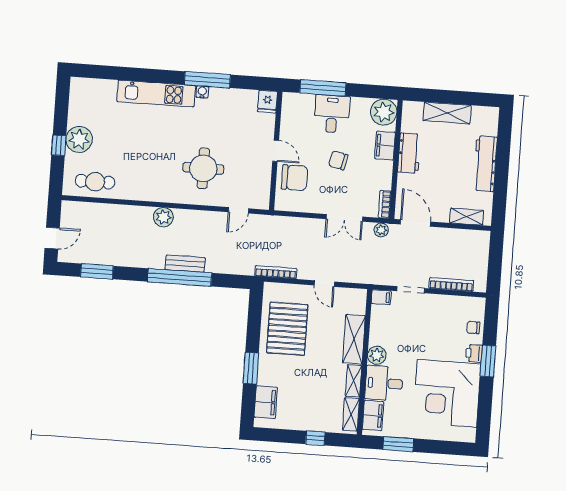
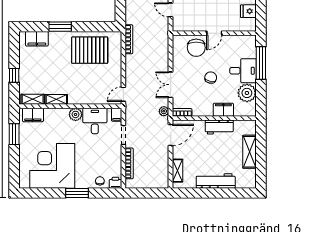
fridge: (267, 102) -> (248, 11), moved
plant: (384, 112) -> (247, 93), moved
door: (324, 284) -> (123, 94), moved
shelving: (354, 339) -> (86, 98), removed
printer: (474, 353) -> (115, 183), moved
desk: (384, 383) -> (95, 121), moved

